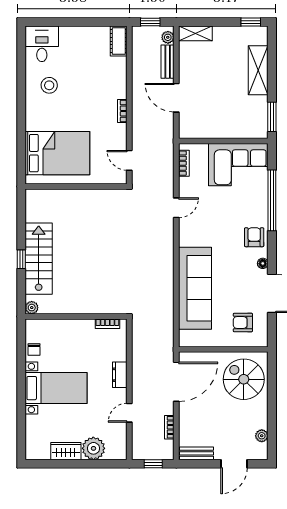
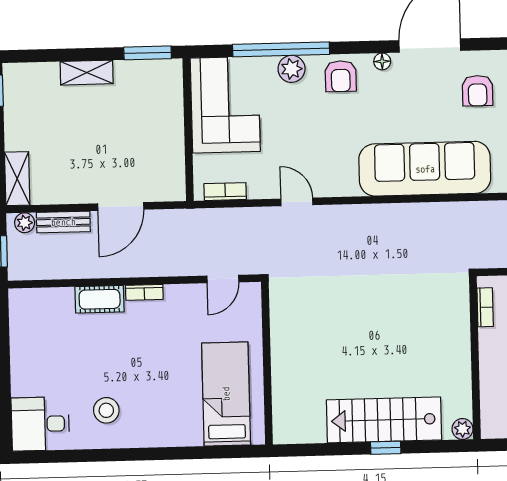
cot: (119, 41) -> (100, 299), moved
shelving: (258, 70) -> (87, 73), width x0.67, depth x0.75
bed: (57, 153) -> (226, 394), width x0.67
plant: (260, 207) -> (292, 69), added
armchair: (254, 237) -> (341, 76), turned -90

